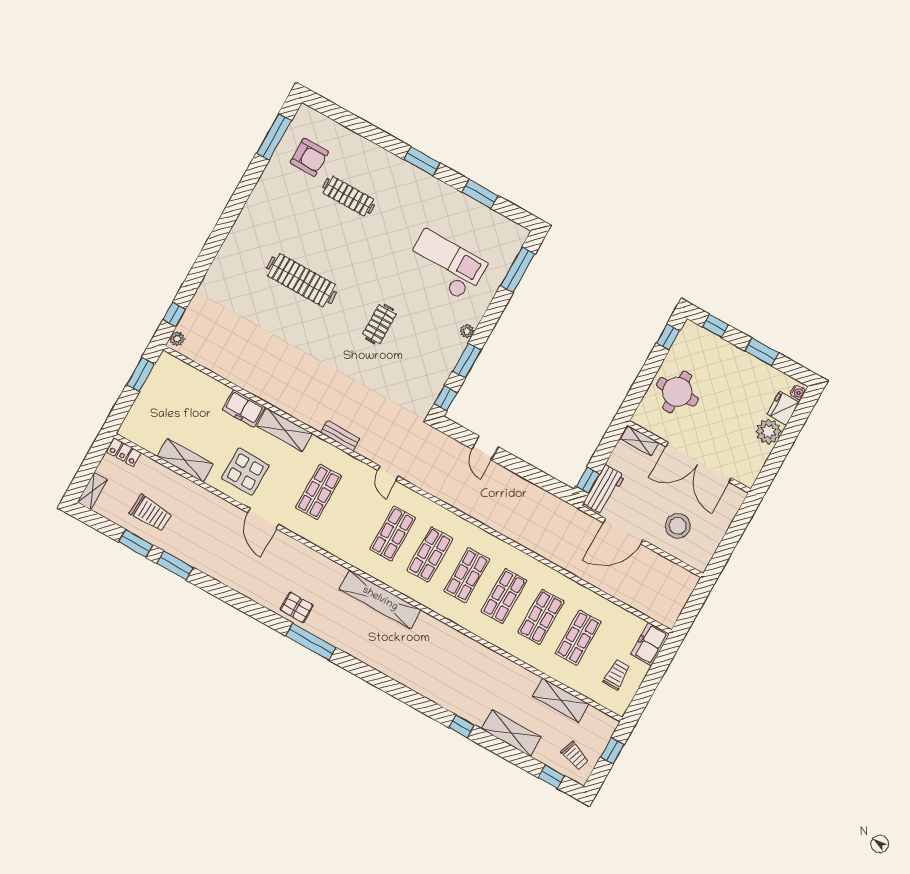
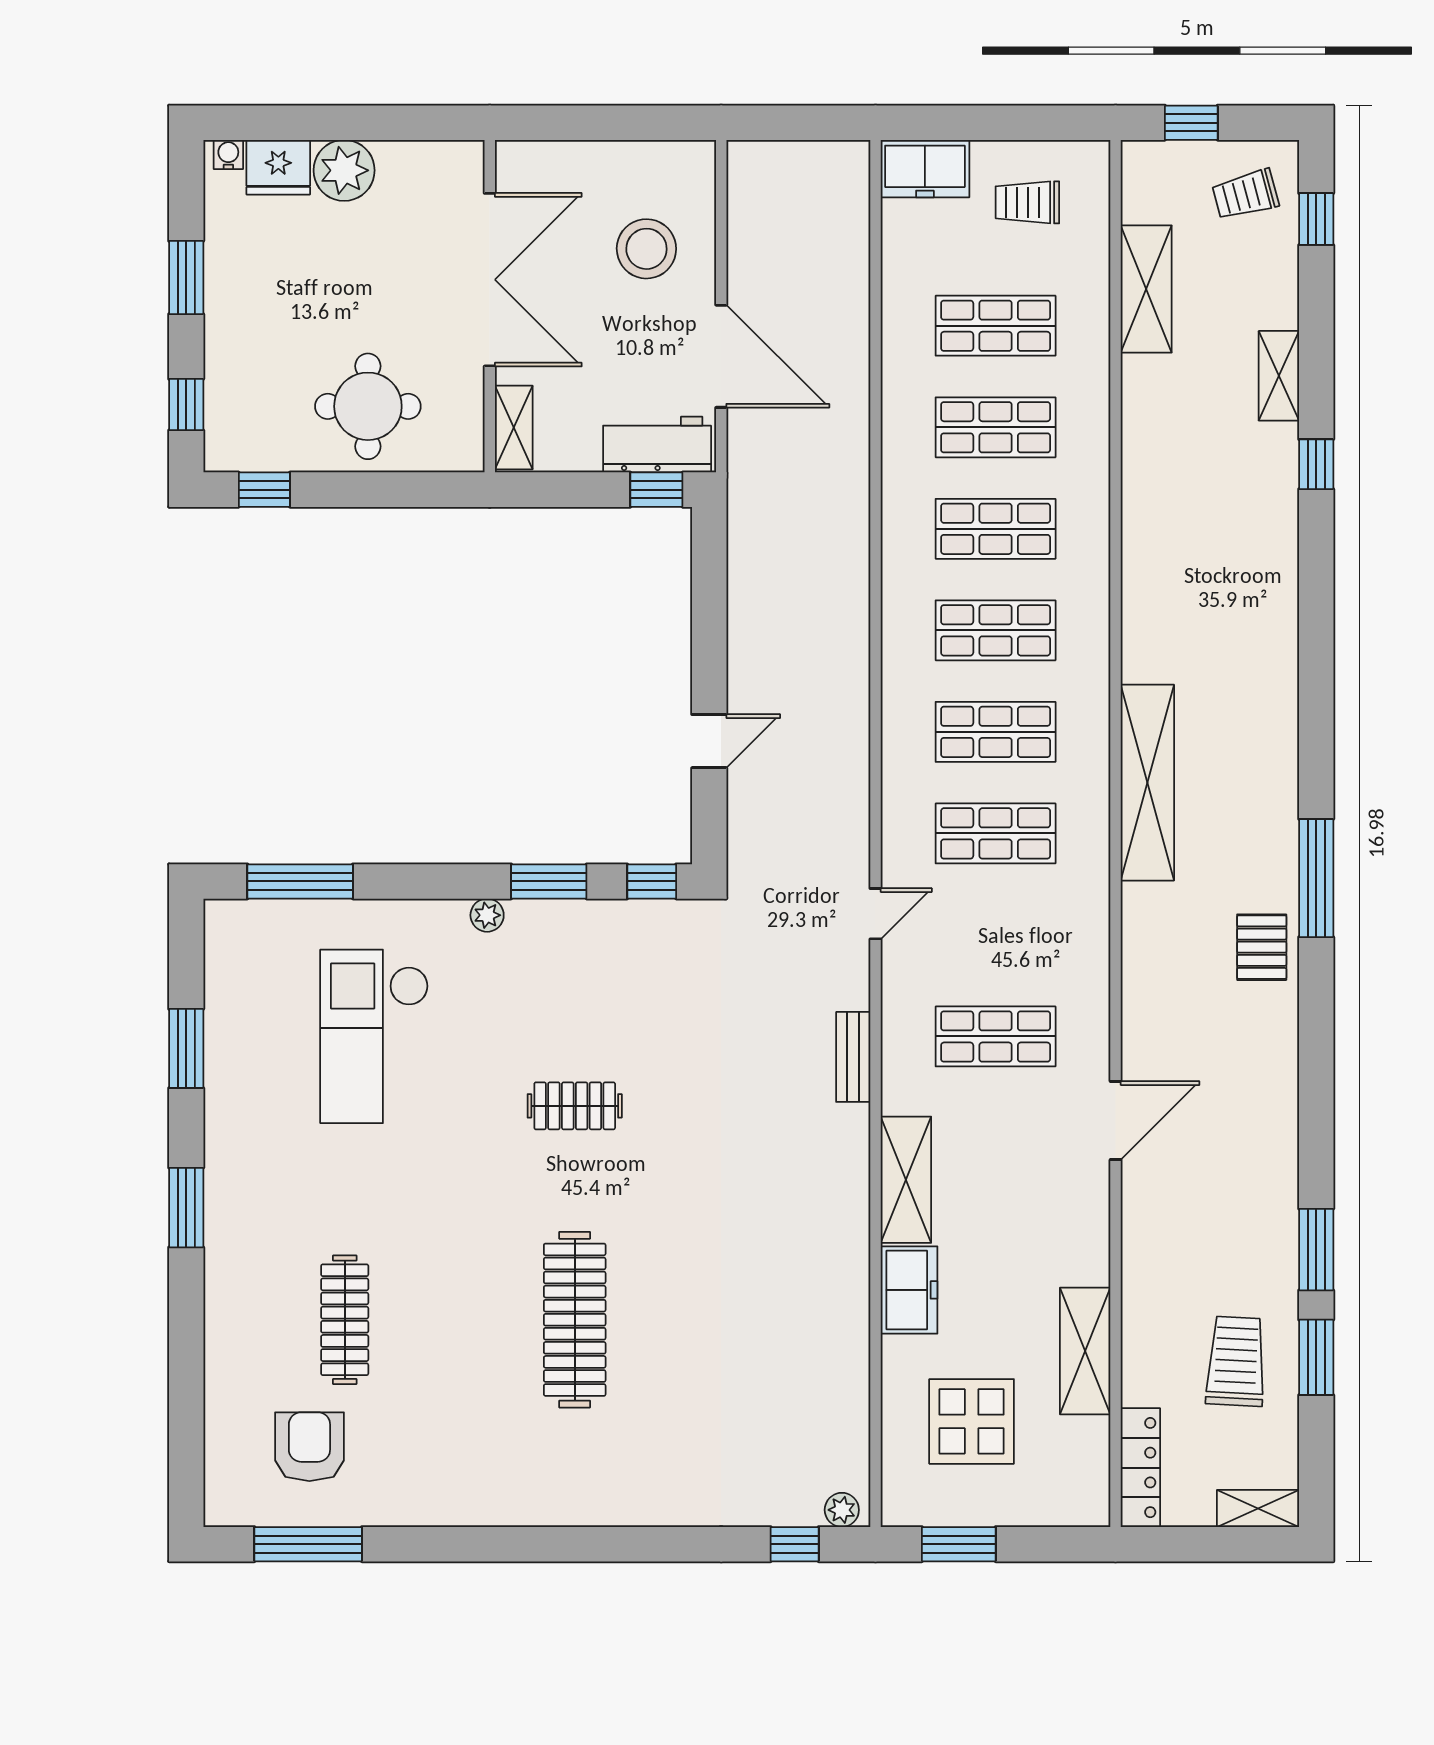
locker: (124, 452) -> (1140, 1468), width x1.53
display table: (245, 472) -> (972, 1421), moved
shelving: (511, 733) -> (1279, 376), width x0.67, depth x0.75
trolley: (575, 756) -> (1245, 194), turned -124

